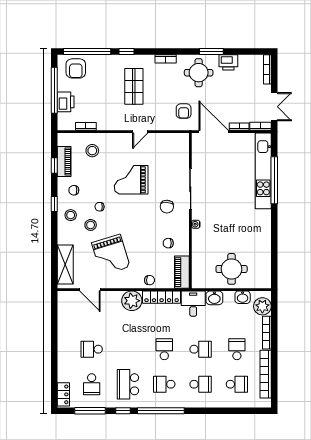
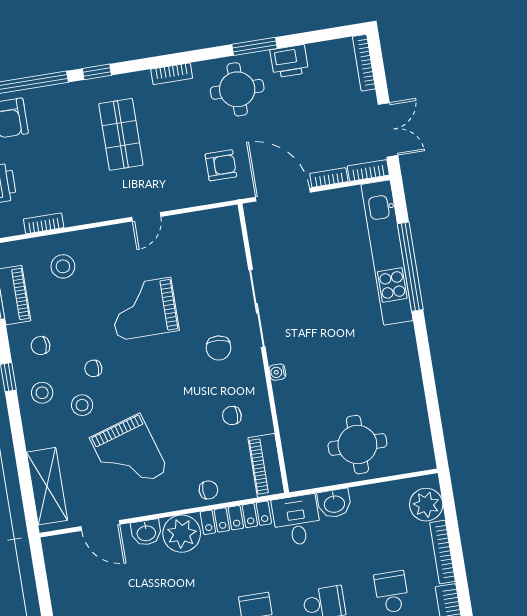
armchair: (184, 111) -> (221, 165), turned -90
washbasin: (243, 297) -> (146, 533), moved

